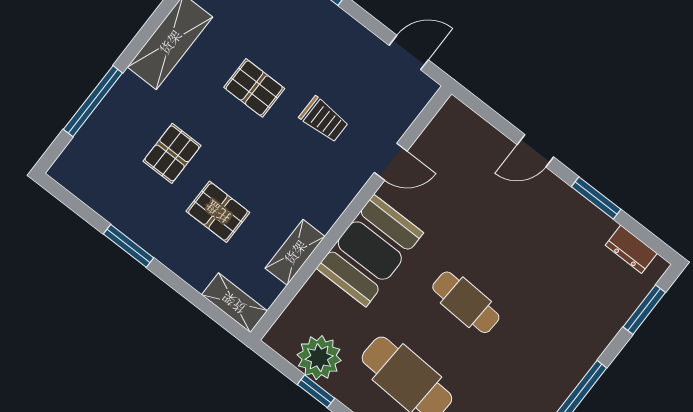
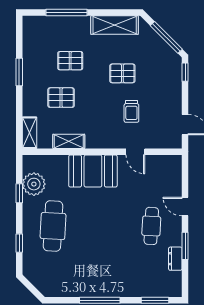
pallet: (254, 88) -> (122, 73), turned 90
pallet: (218, 212) -> (61, 98), turned 90
dresser: (631, 249) -> (175, 259), moved
cafe table: (466, 302) -> (151, 226), moved

